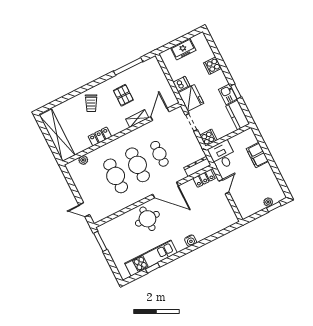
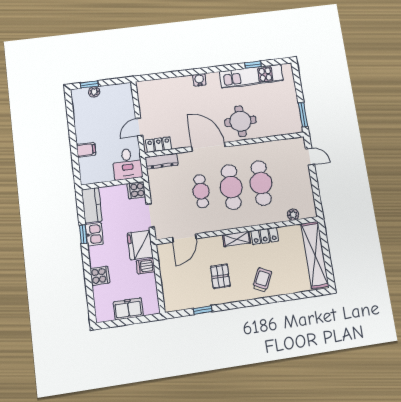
window: (128, 66) -> (203, 310), width x0.46
shelving: (137, 118) -> (237, 239), moved
filing cabinet: (257, 155) -> (86, 150), width x0.50

